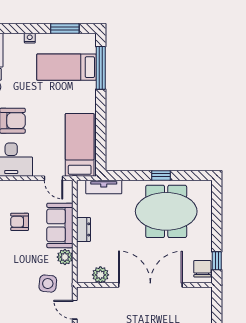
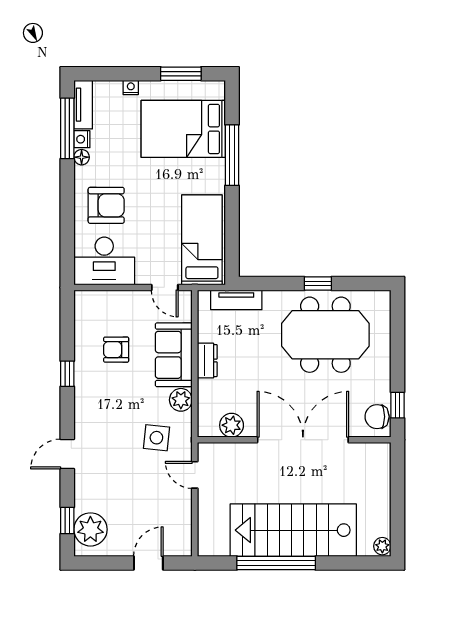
bed: (67, 67) -> (183, 129), width x1.50
window: (101, 68) -> (232, 155), moved
chair: (202, 269) -> (377, 417), turned -90

